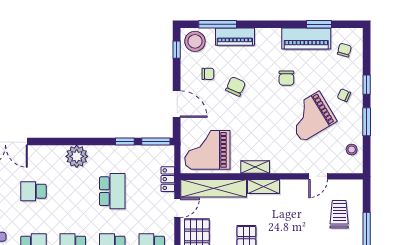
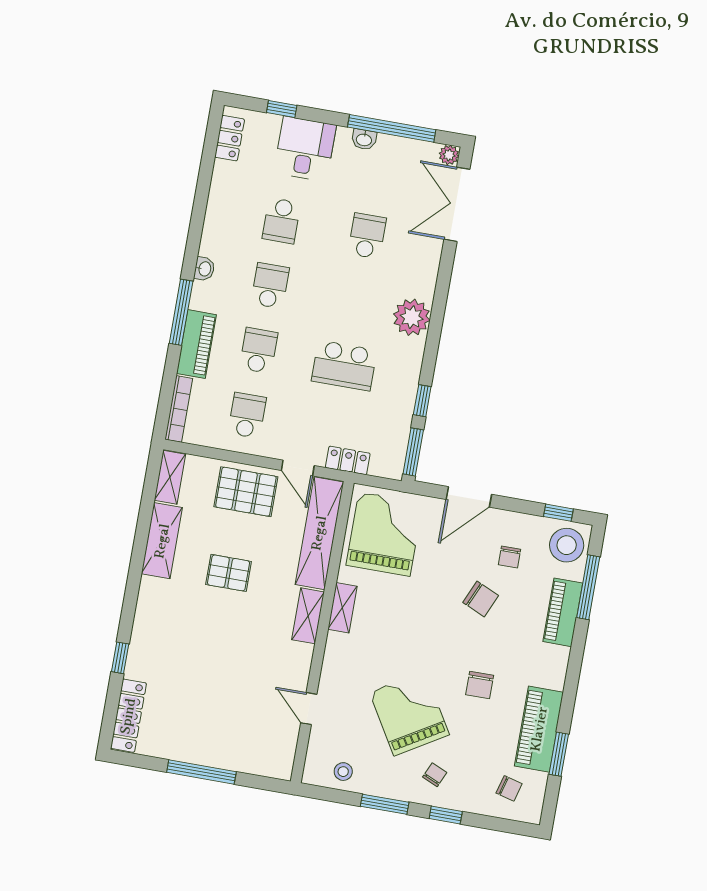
chair: (286, 78) -> (480, 685), turned -90
trolley: (339, 214) -> (240, 732), removed

